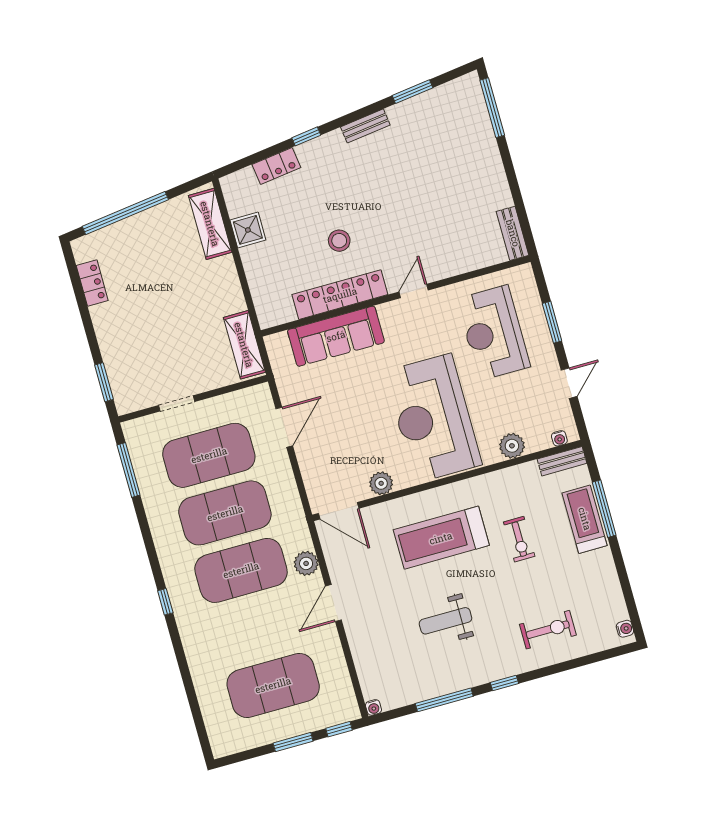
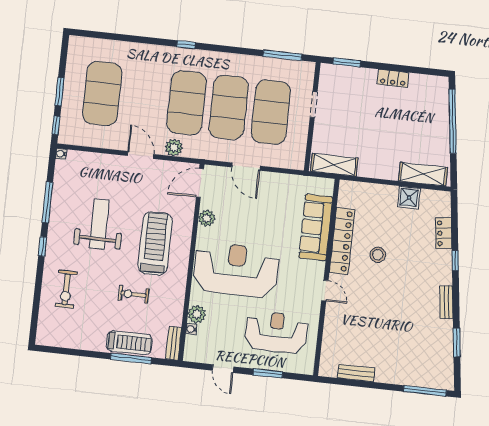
bench: (513, 233) -> (356, 373), moved
locker: (92, 283) -> (393, 78), moved
door: (284, 427) -> (246, 167), moved
water cooler: (559, 438) -> (191, 329), moved
weight bench: (445, 621) -> (99, 224), width x1.36, depth x1.33
water cooler: (625, 629) -> (46, 340), removed

